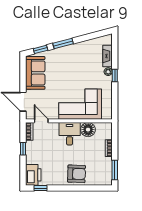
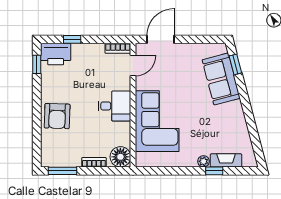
window: (63, 43) -> (244, 97), removed
sofa: (35, 73) -> (221, 79), moved, turned 75
window: (115, 76) -> (214, 171), moved
floor lamp: (88, 130) -> (120, 157), moved
window: (23, 149) -> (72, 39), moved

